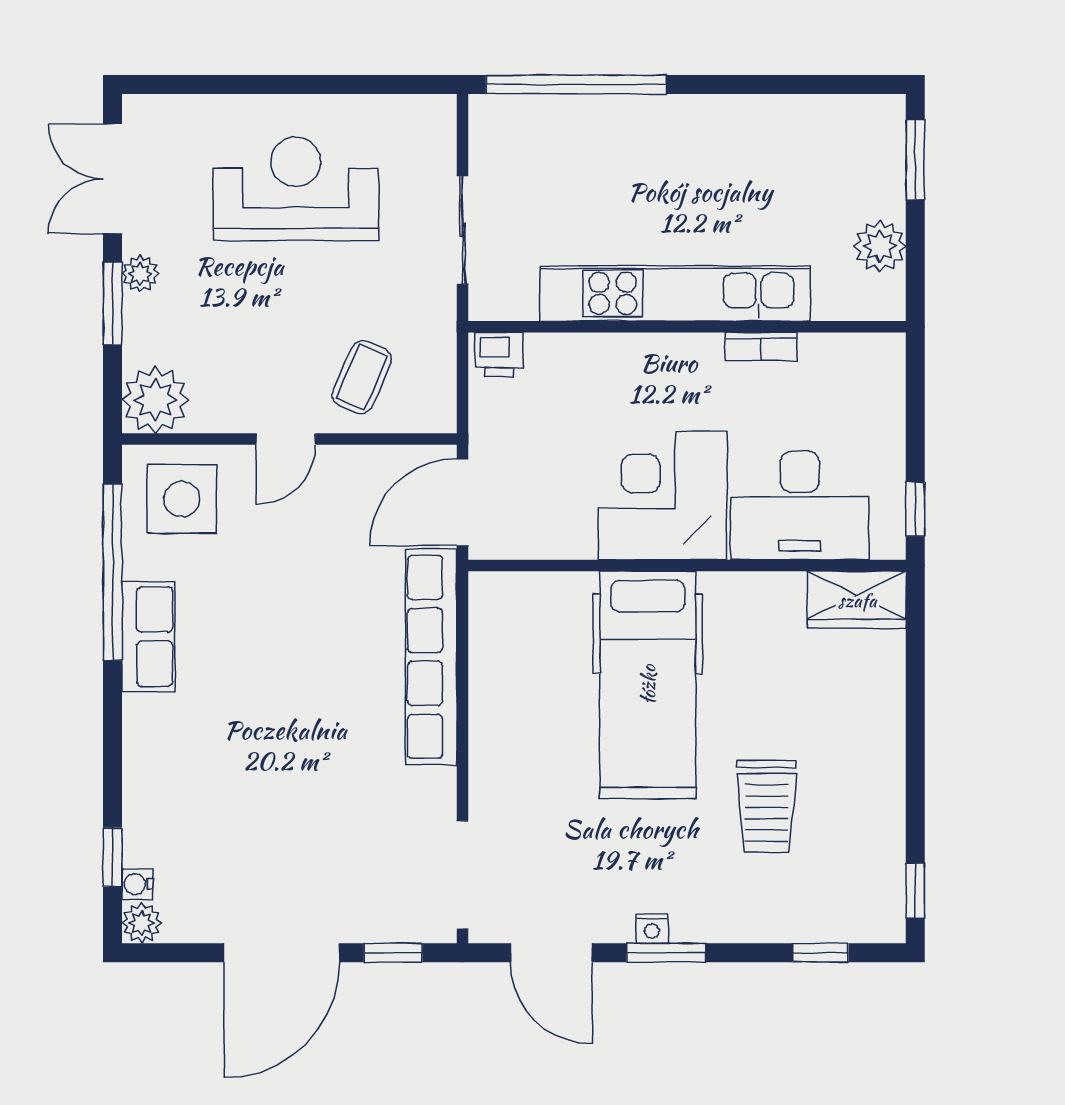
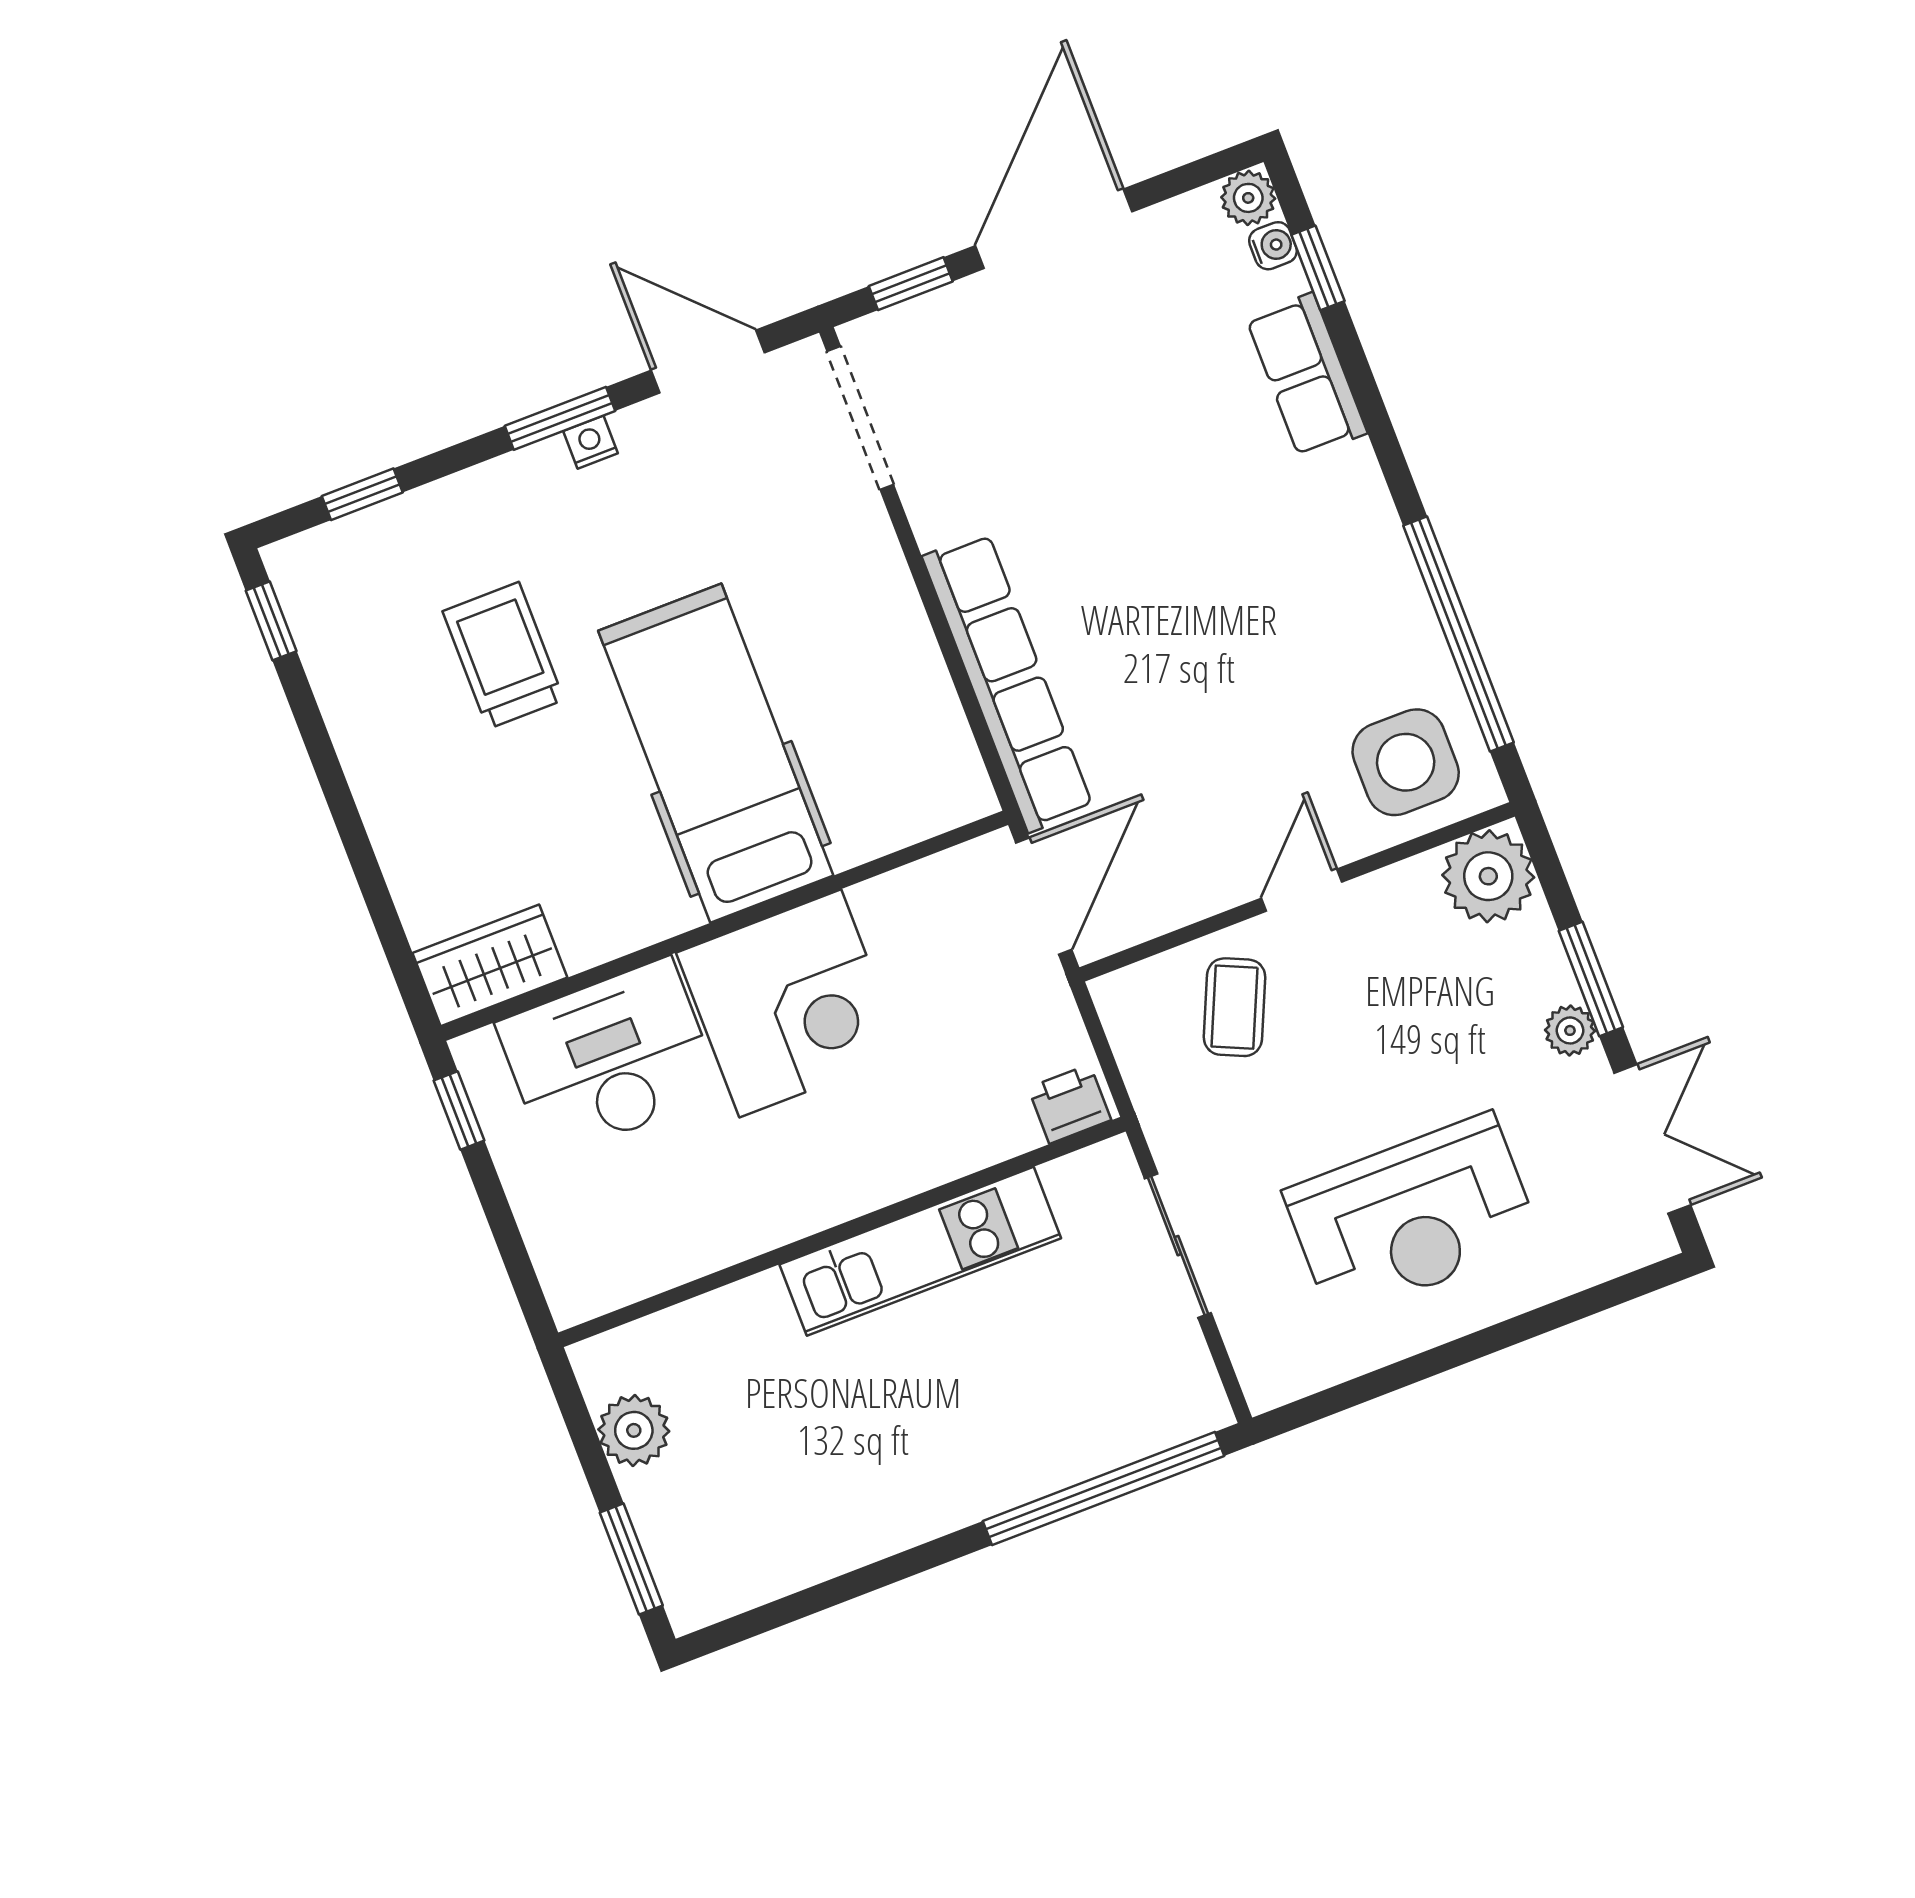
kitchen unit: (675, 293) -> (920, 1251), width x0.73
bookcase: (761, 347) -> (737, 1243), removed
row of seats: (148, 636) -> (1307, 375), moved

